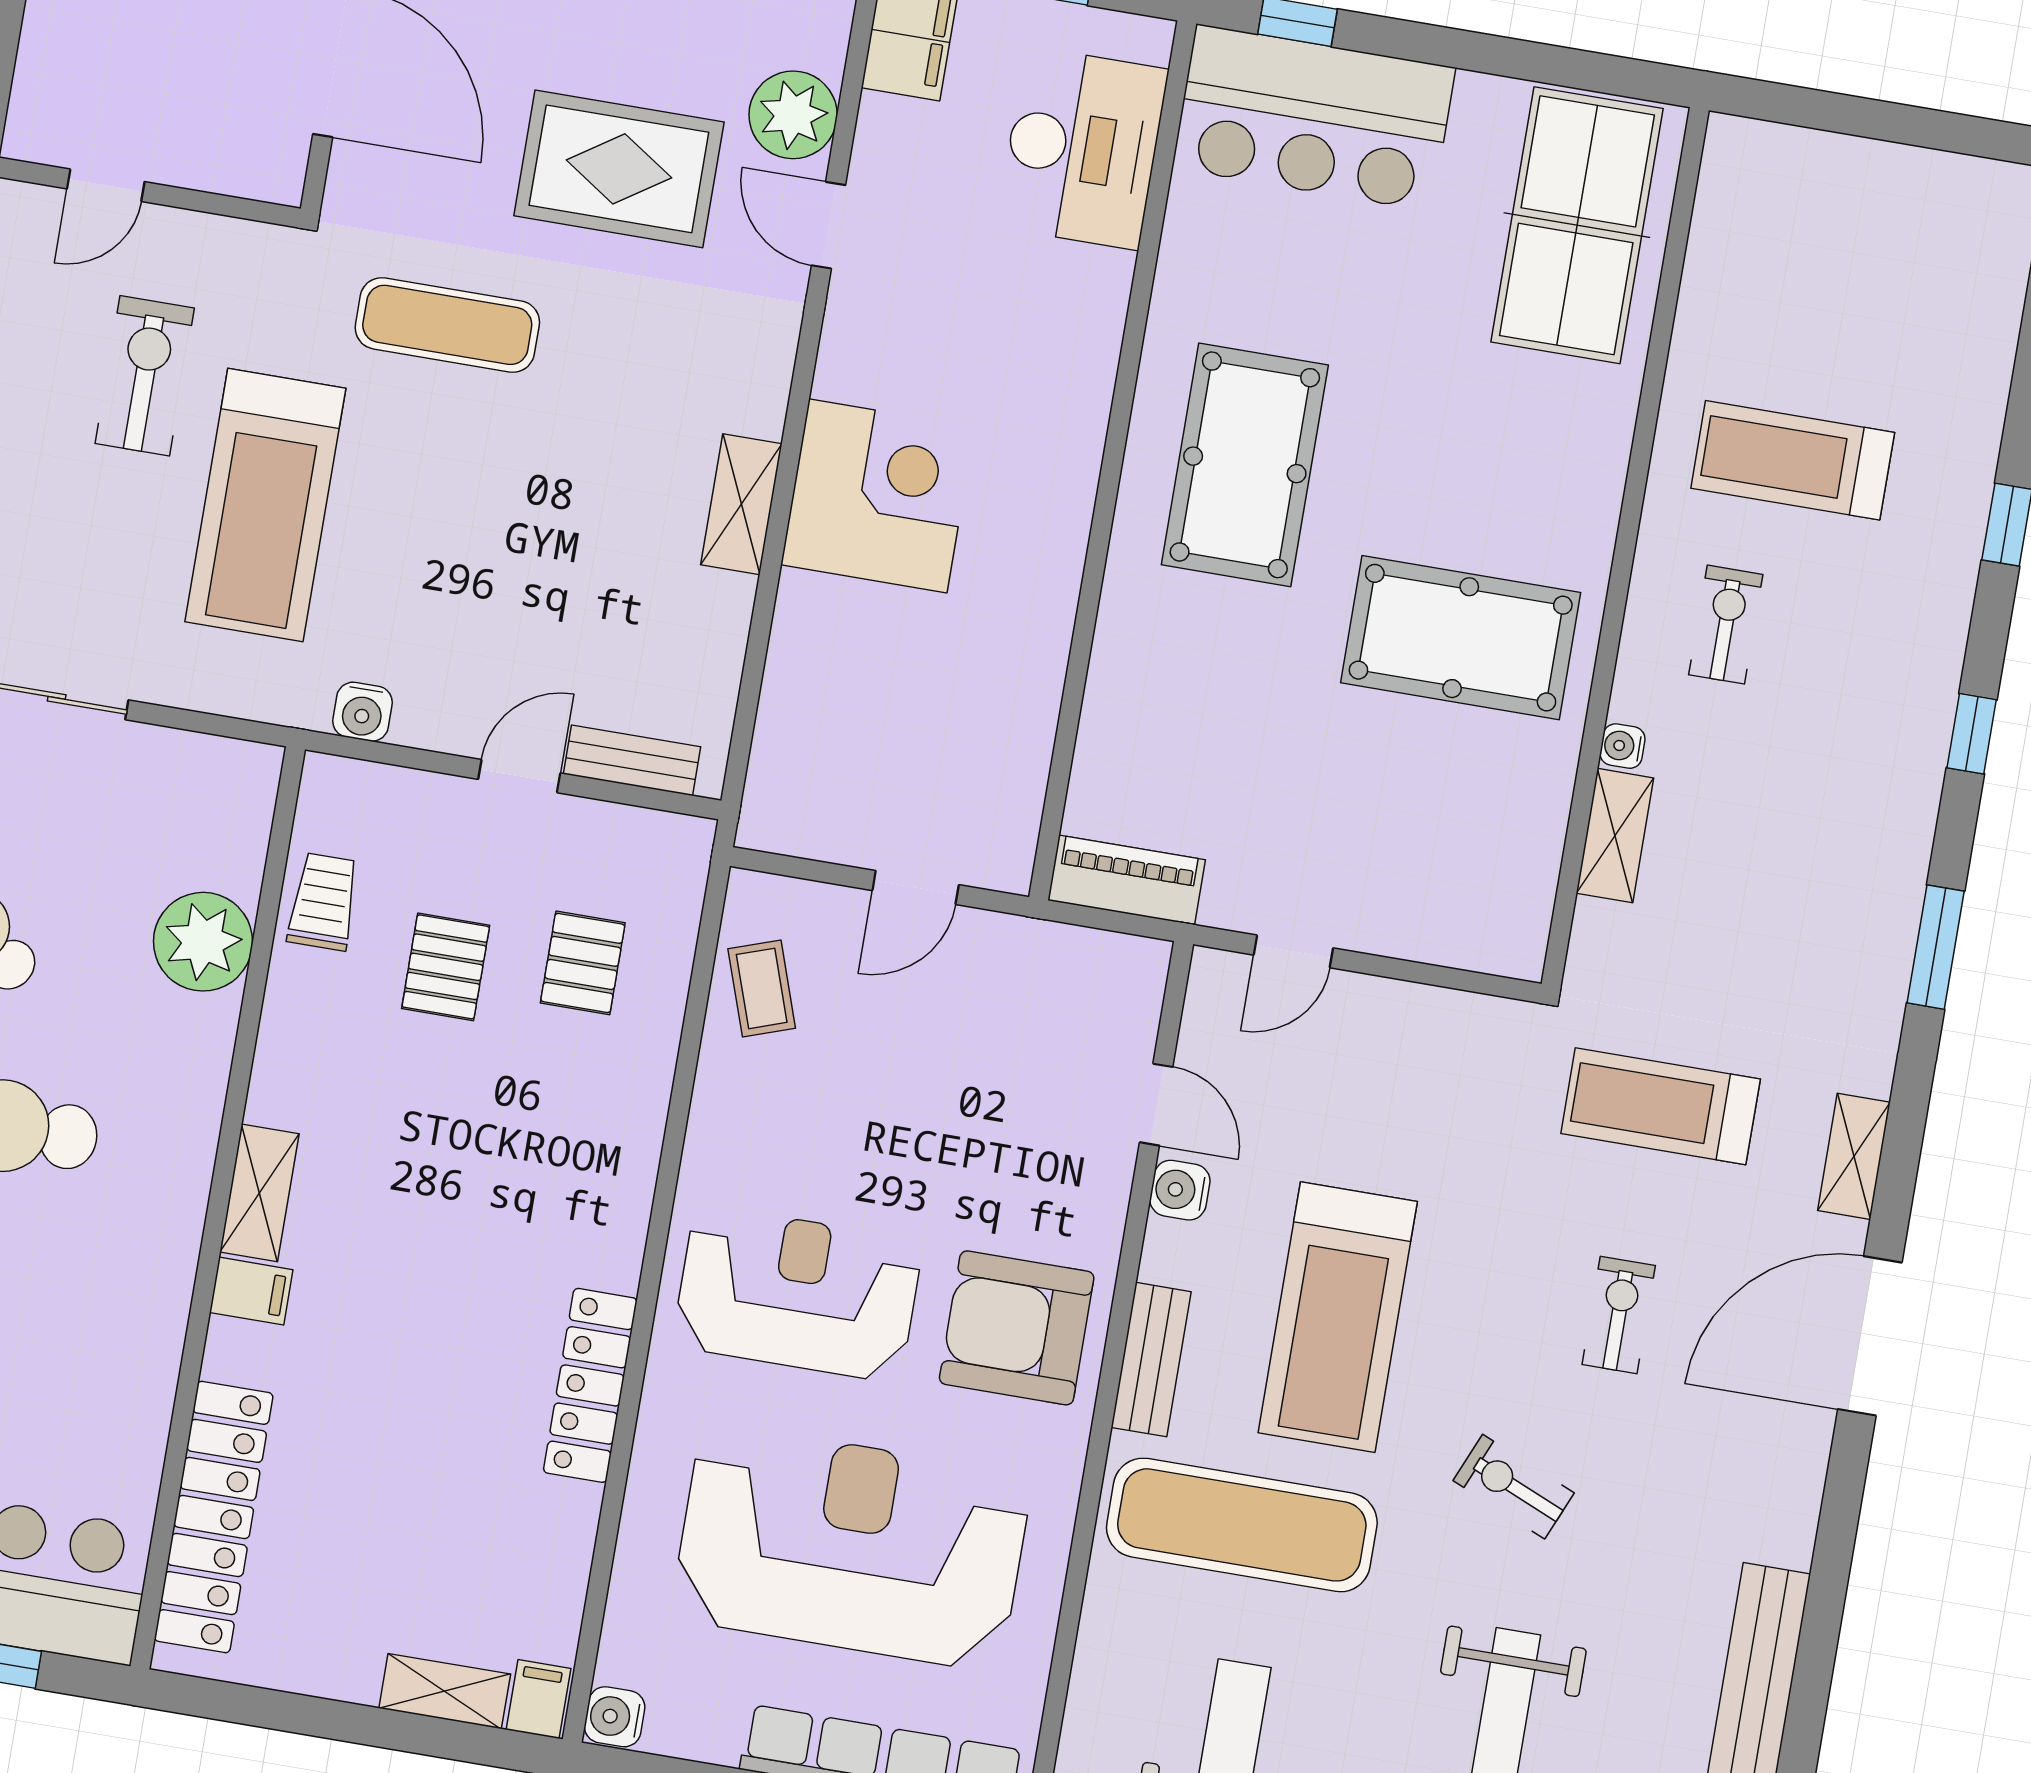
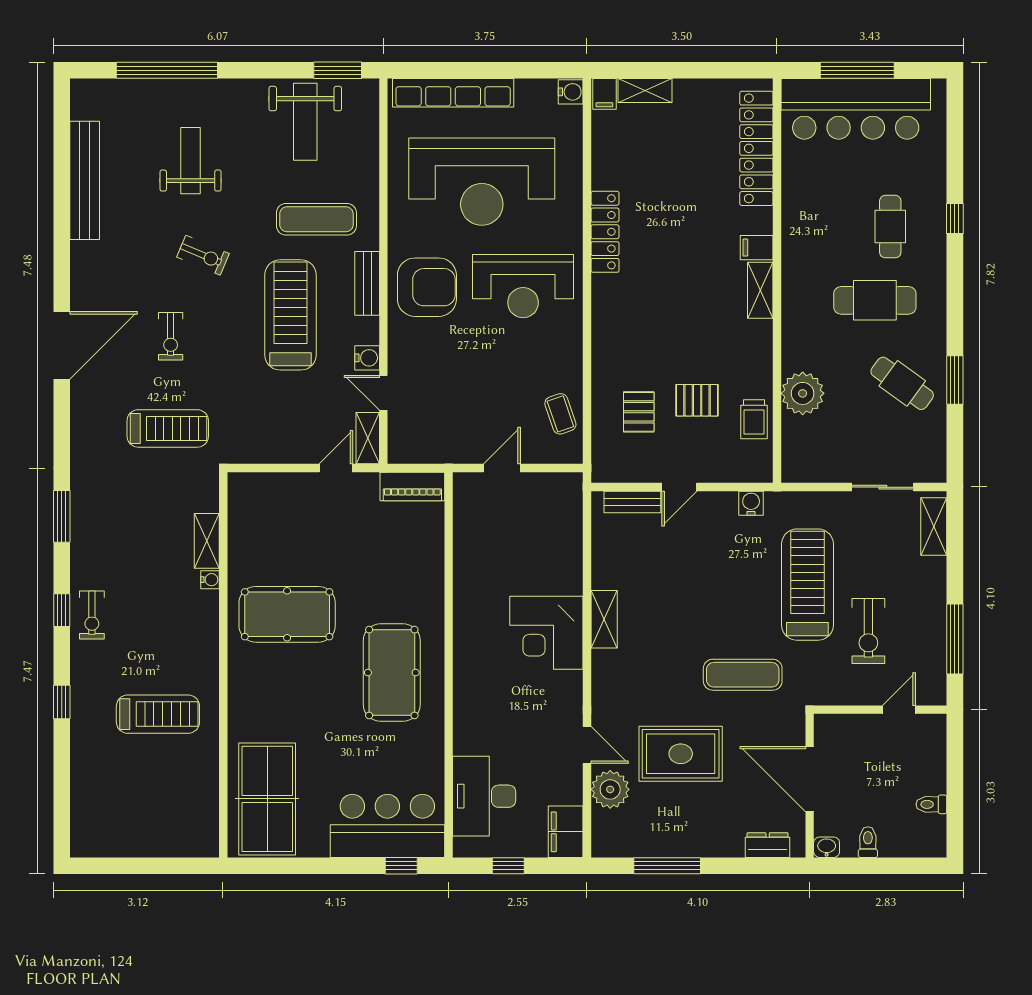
exercise bike: (1726, 625) -> (92, 615), moved
pallet: (446, 967) -> (697, 400), turned 90
shelving: (1854, 1156) -> (368, 438), moved
exercise mat: (1242, 1525) -> (316, 219), width x0.73, depth x0.69

